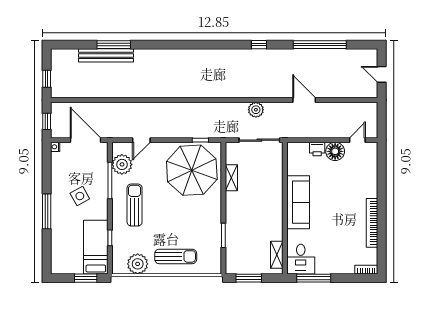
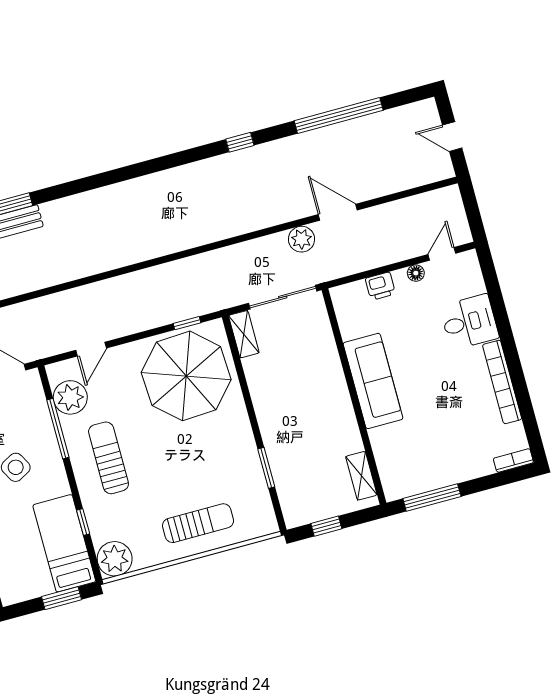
plant: (256, 110) -> (301, 239), moved
floor lamp: (335, 151) -> (416, 273), width x0.53, depth x0.53
shelving: (231, 178) -> (244, 334), moved
desk: (301, 259) -> (469, 322), moved, turned -90
plant: (138, 264) -> (115, 559), moved
window: (249, 278) -> (326, 526), width x0.67

